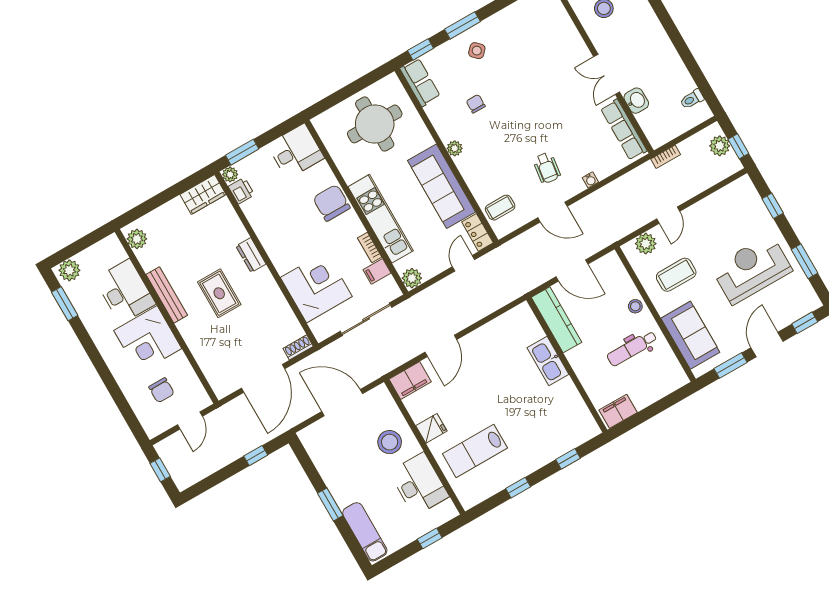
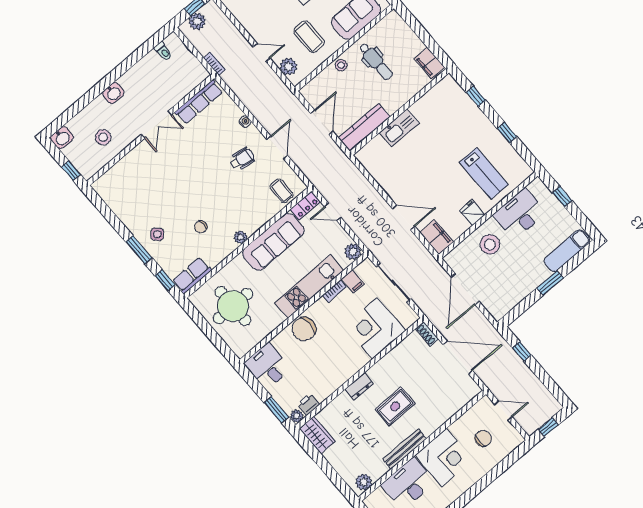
washbasin: (636, 101) -> (113, 93), moved, turned 180

